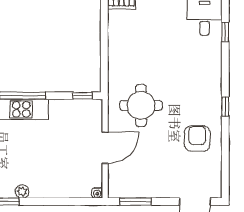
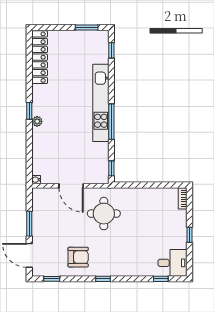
window: (225, 173) -> (52, 279), added
window: (136, 202) -> (29, 224), moved

